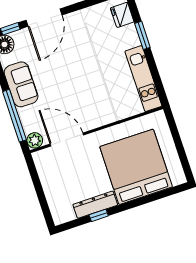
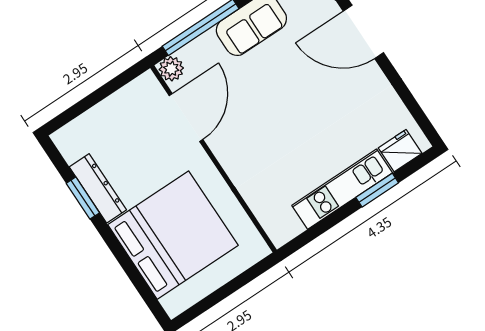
kitchen unit: (143, 79) -> (342, 189), moved
window: (99, 215) -> (83, 198), width x1.50

